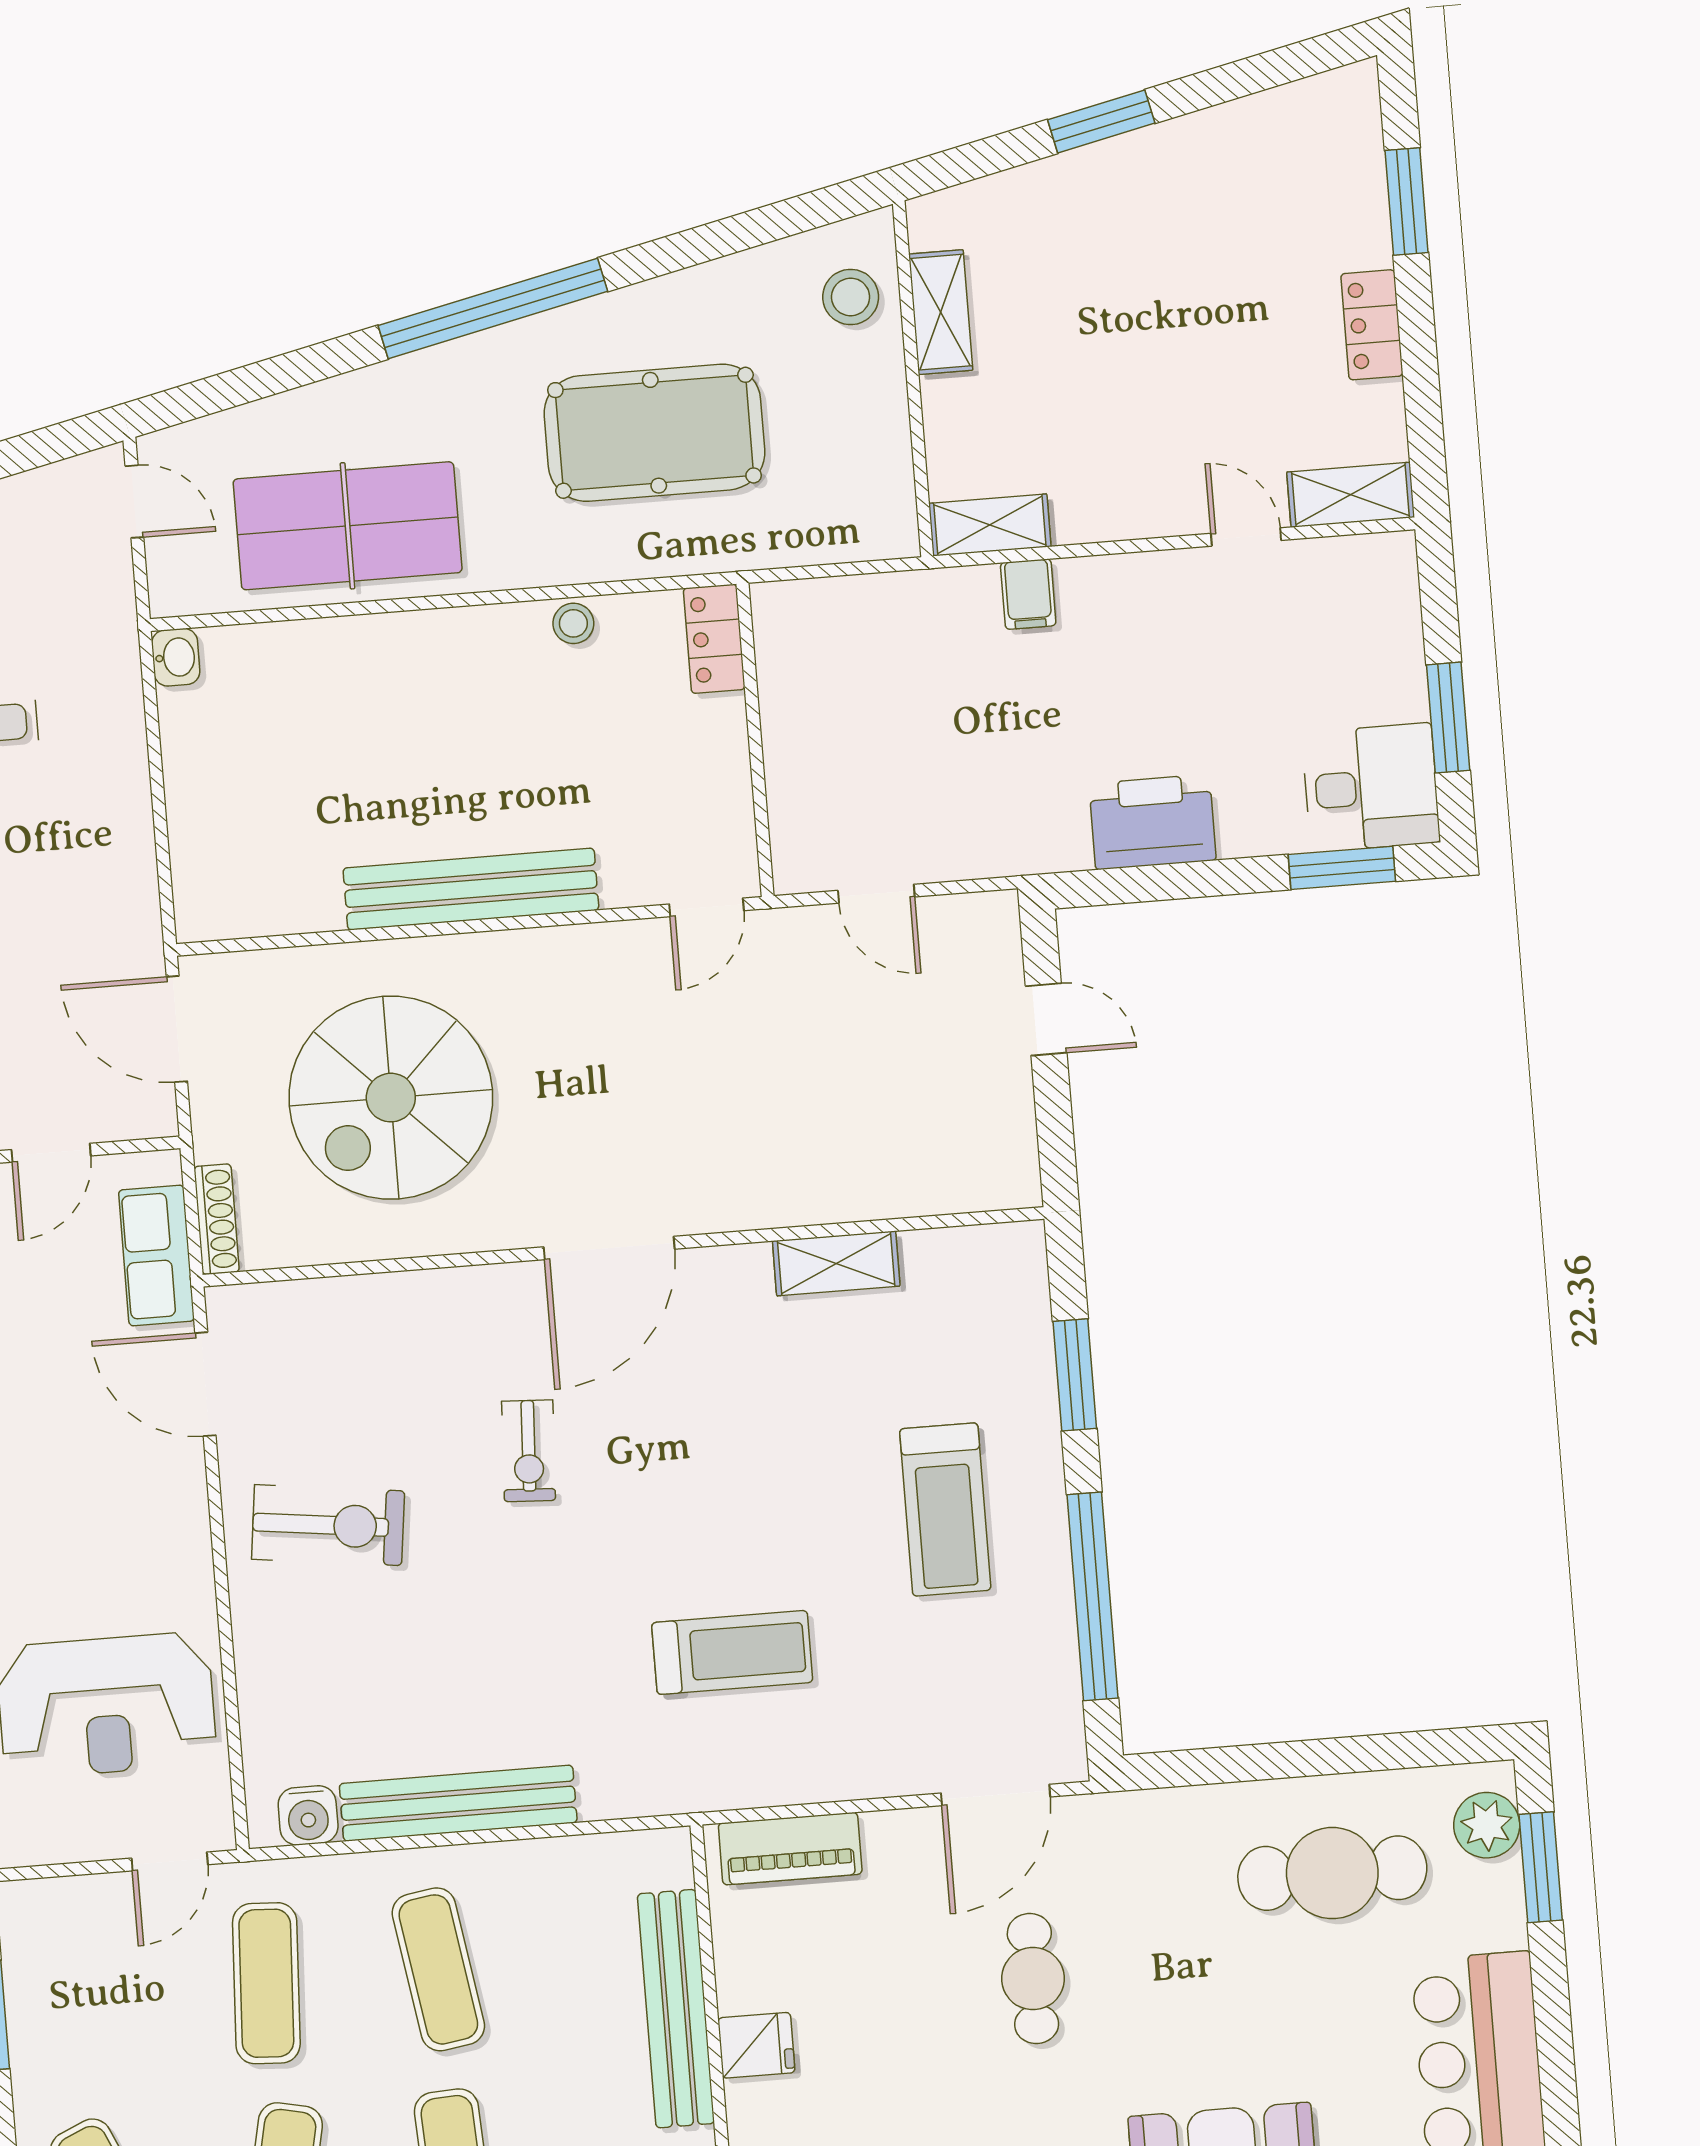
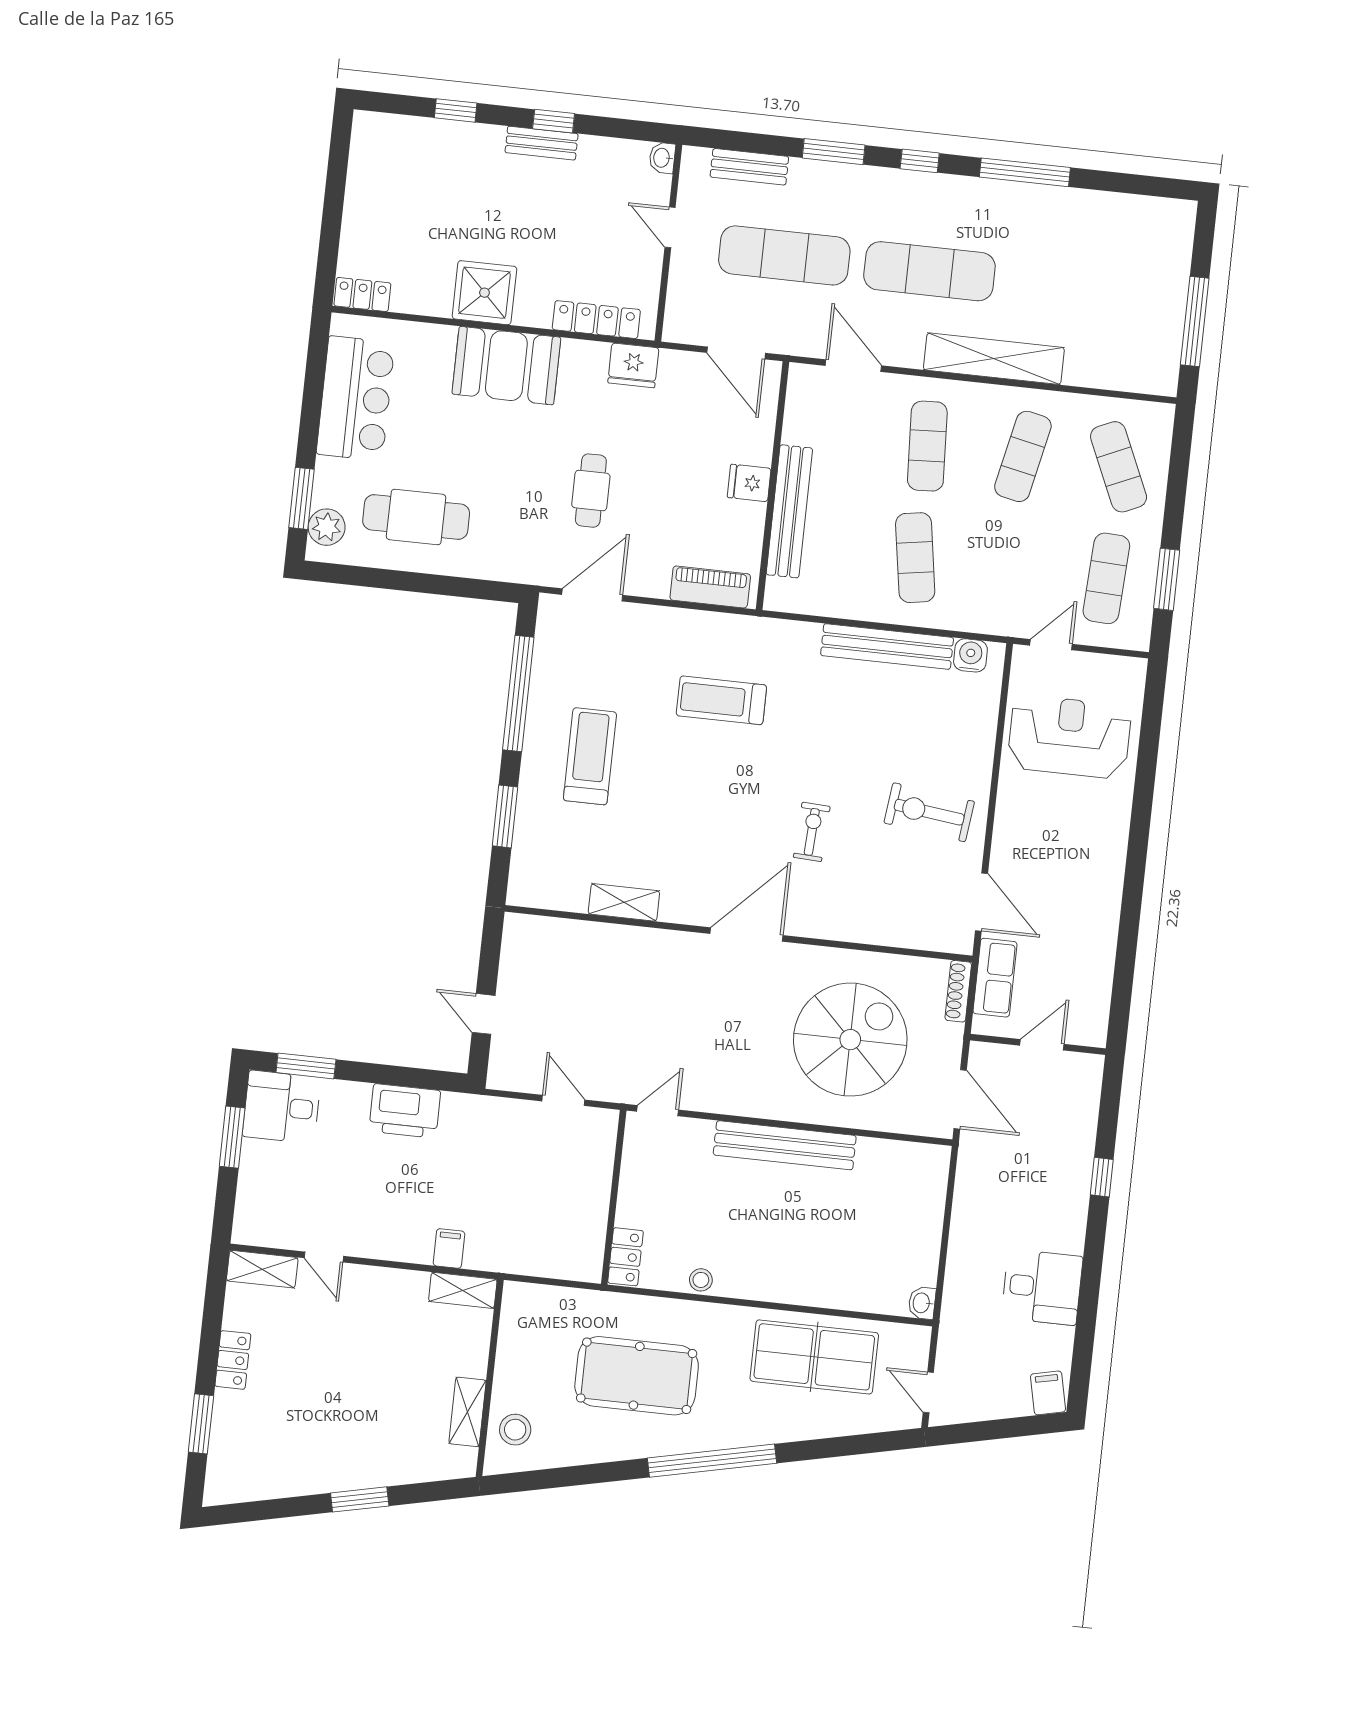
exercise mat: (266, 1983) -> (1106, 578), moved

